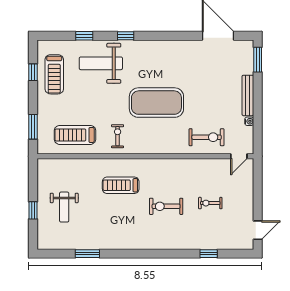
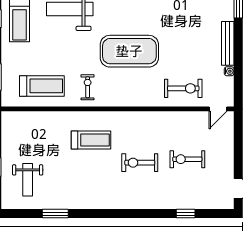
treadmill: (75, 135) -> (42, 86), turned 180
treadmill: (121, 185) -> (91, 140), turned 180
exercise bike: (210, 203) -> (187, 159), width x1.38, depth x1.39
weight bench: (64, 207) -> (28, 180), moved

